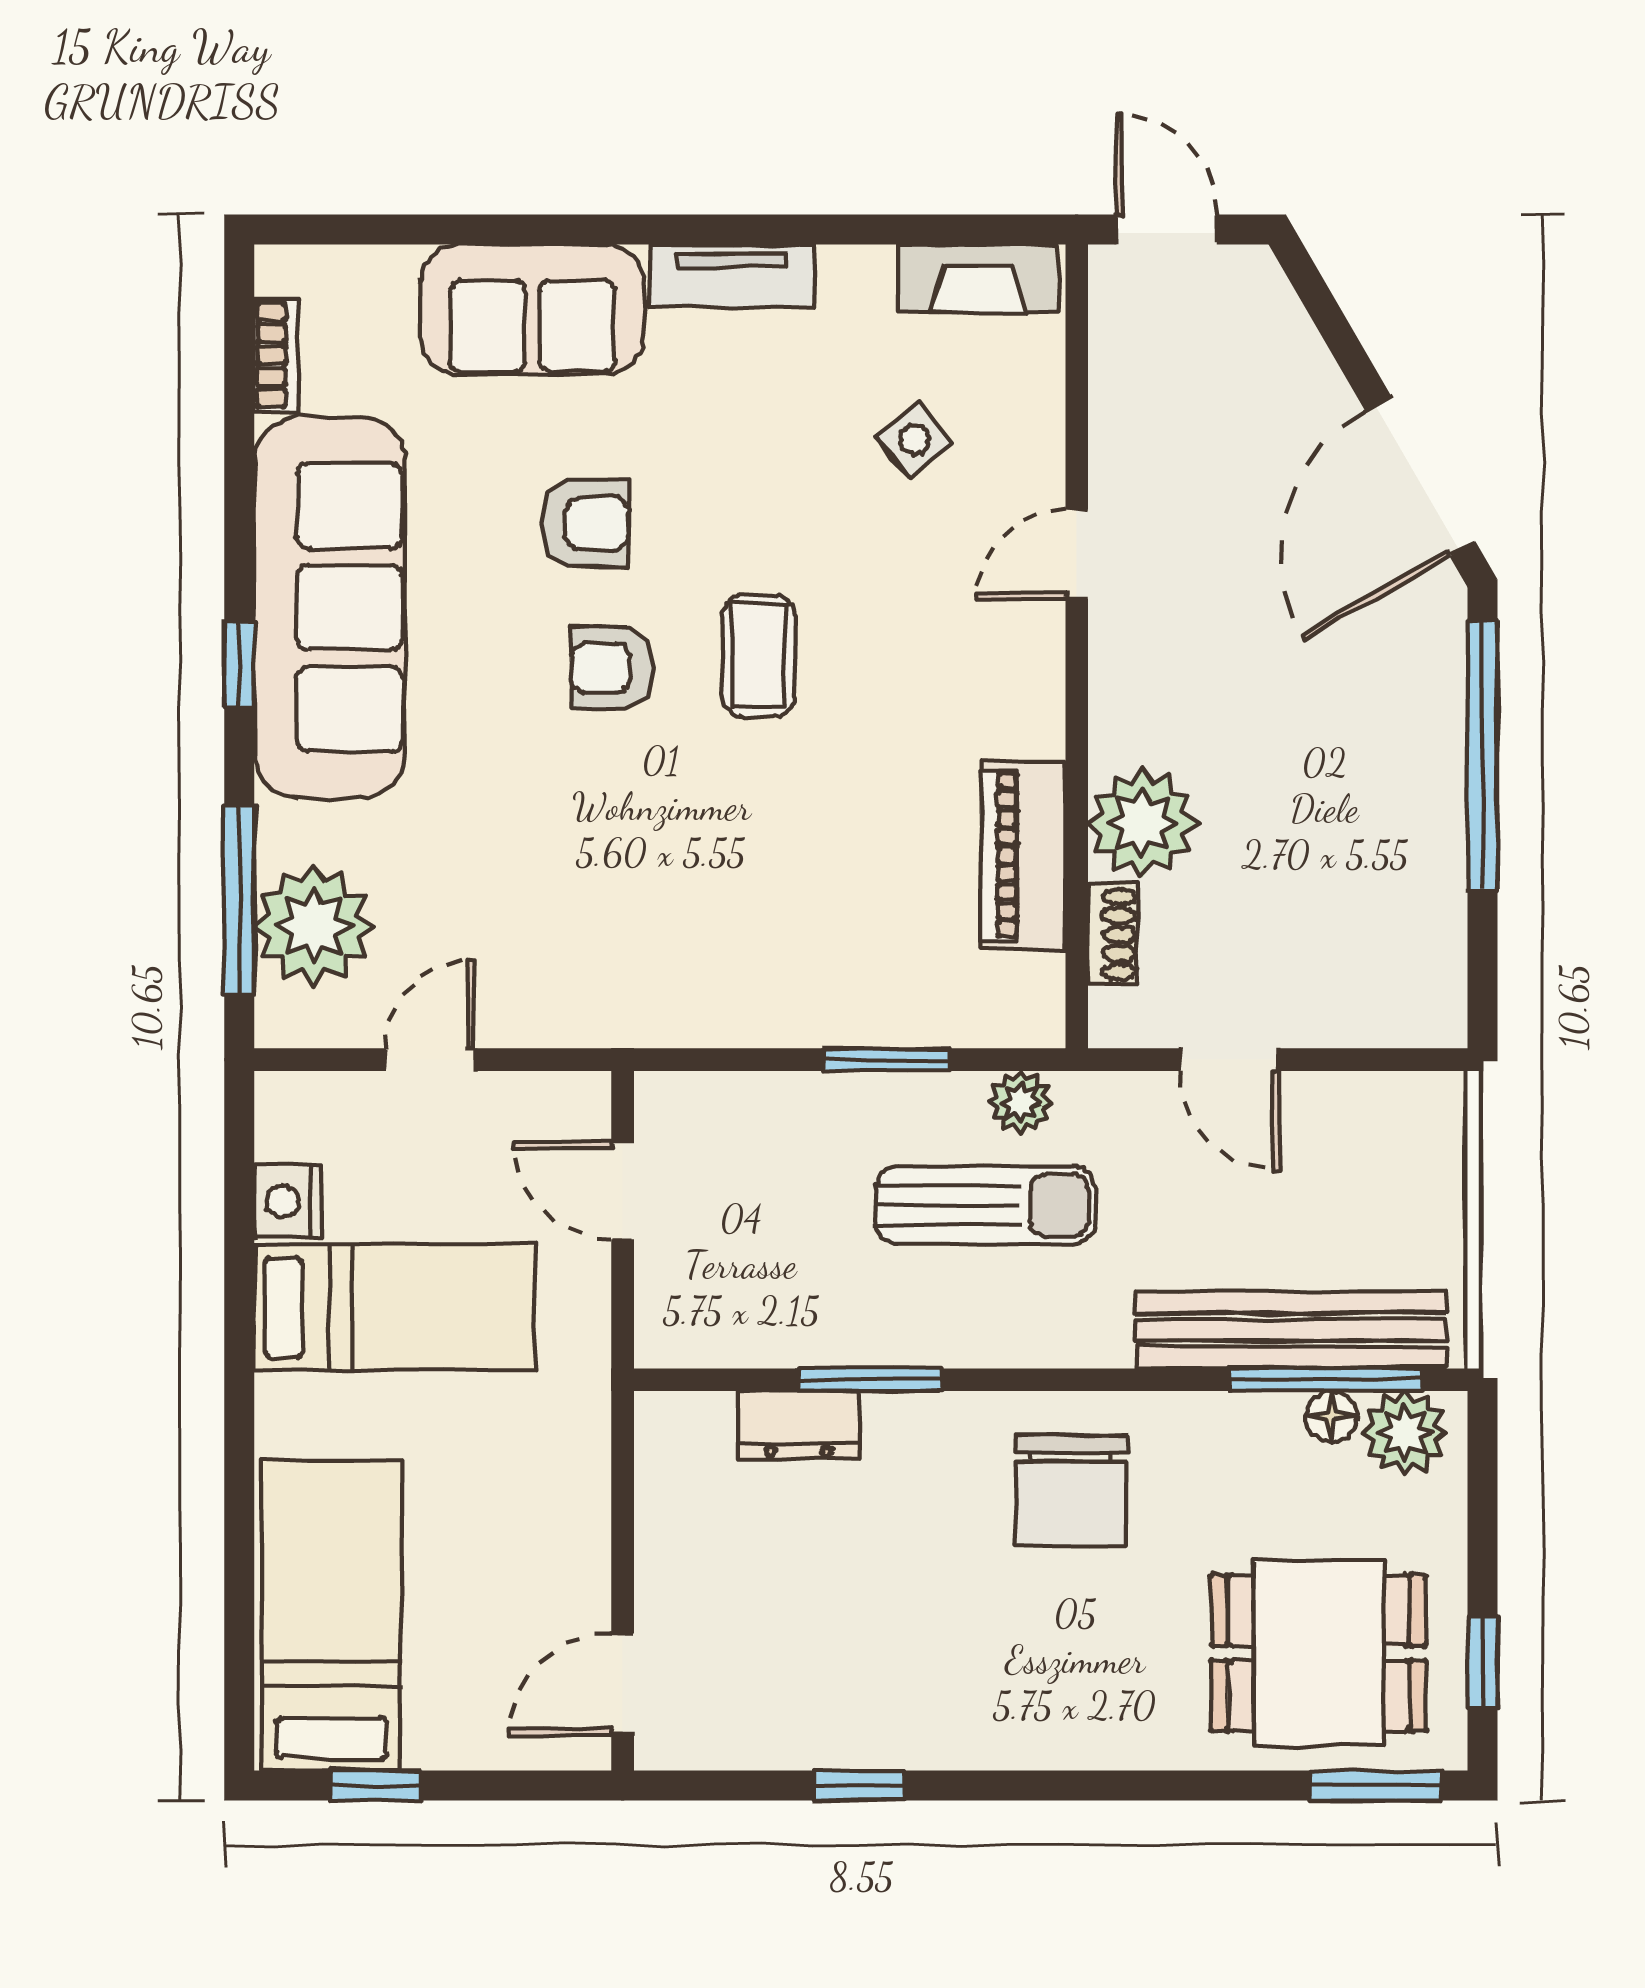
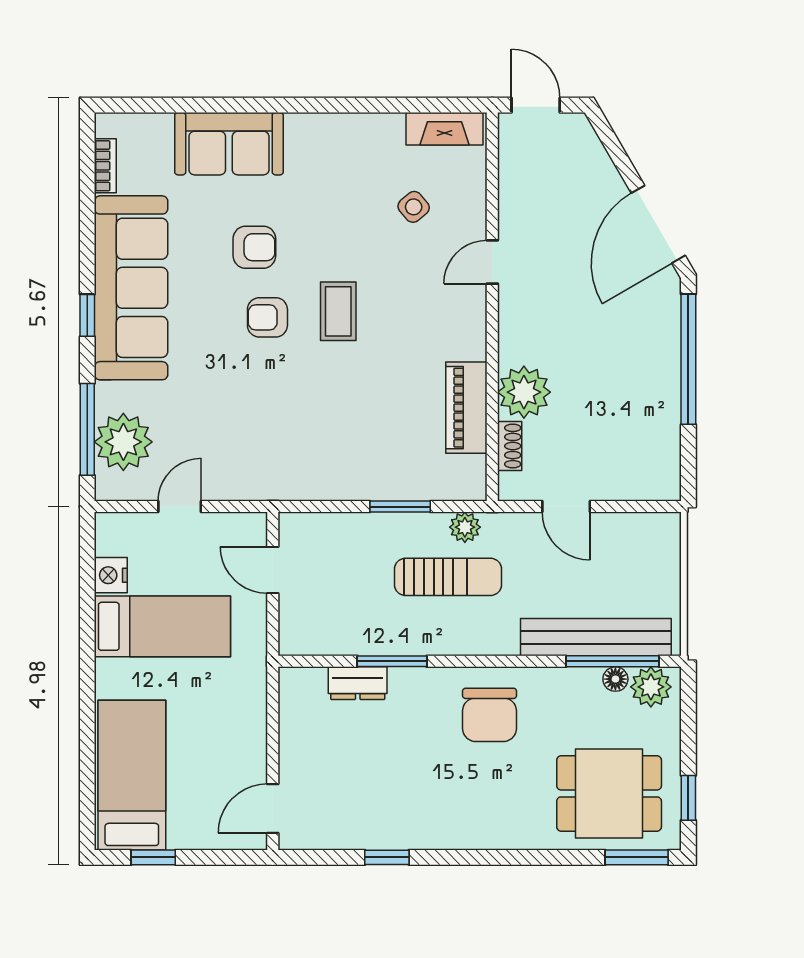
tv unit: (732, 276) -> (326, 127), removed

